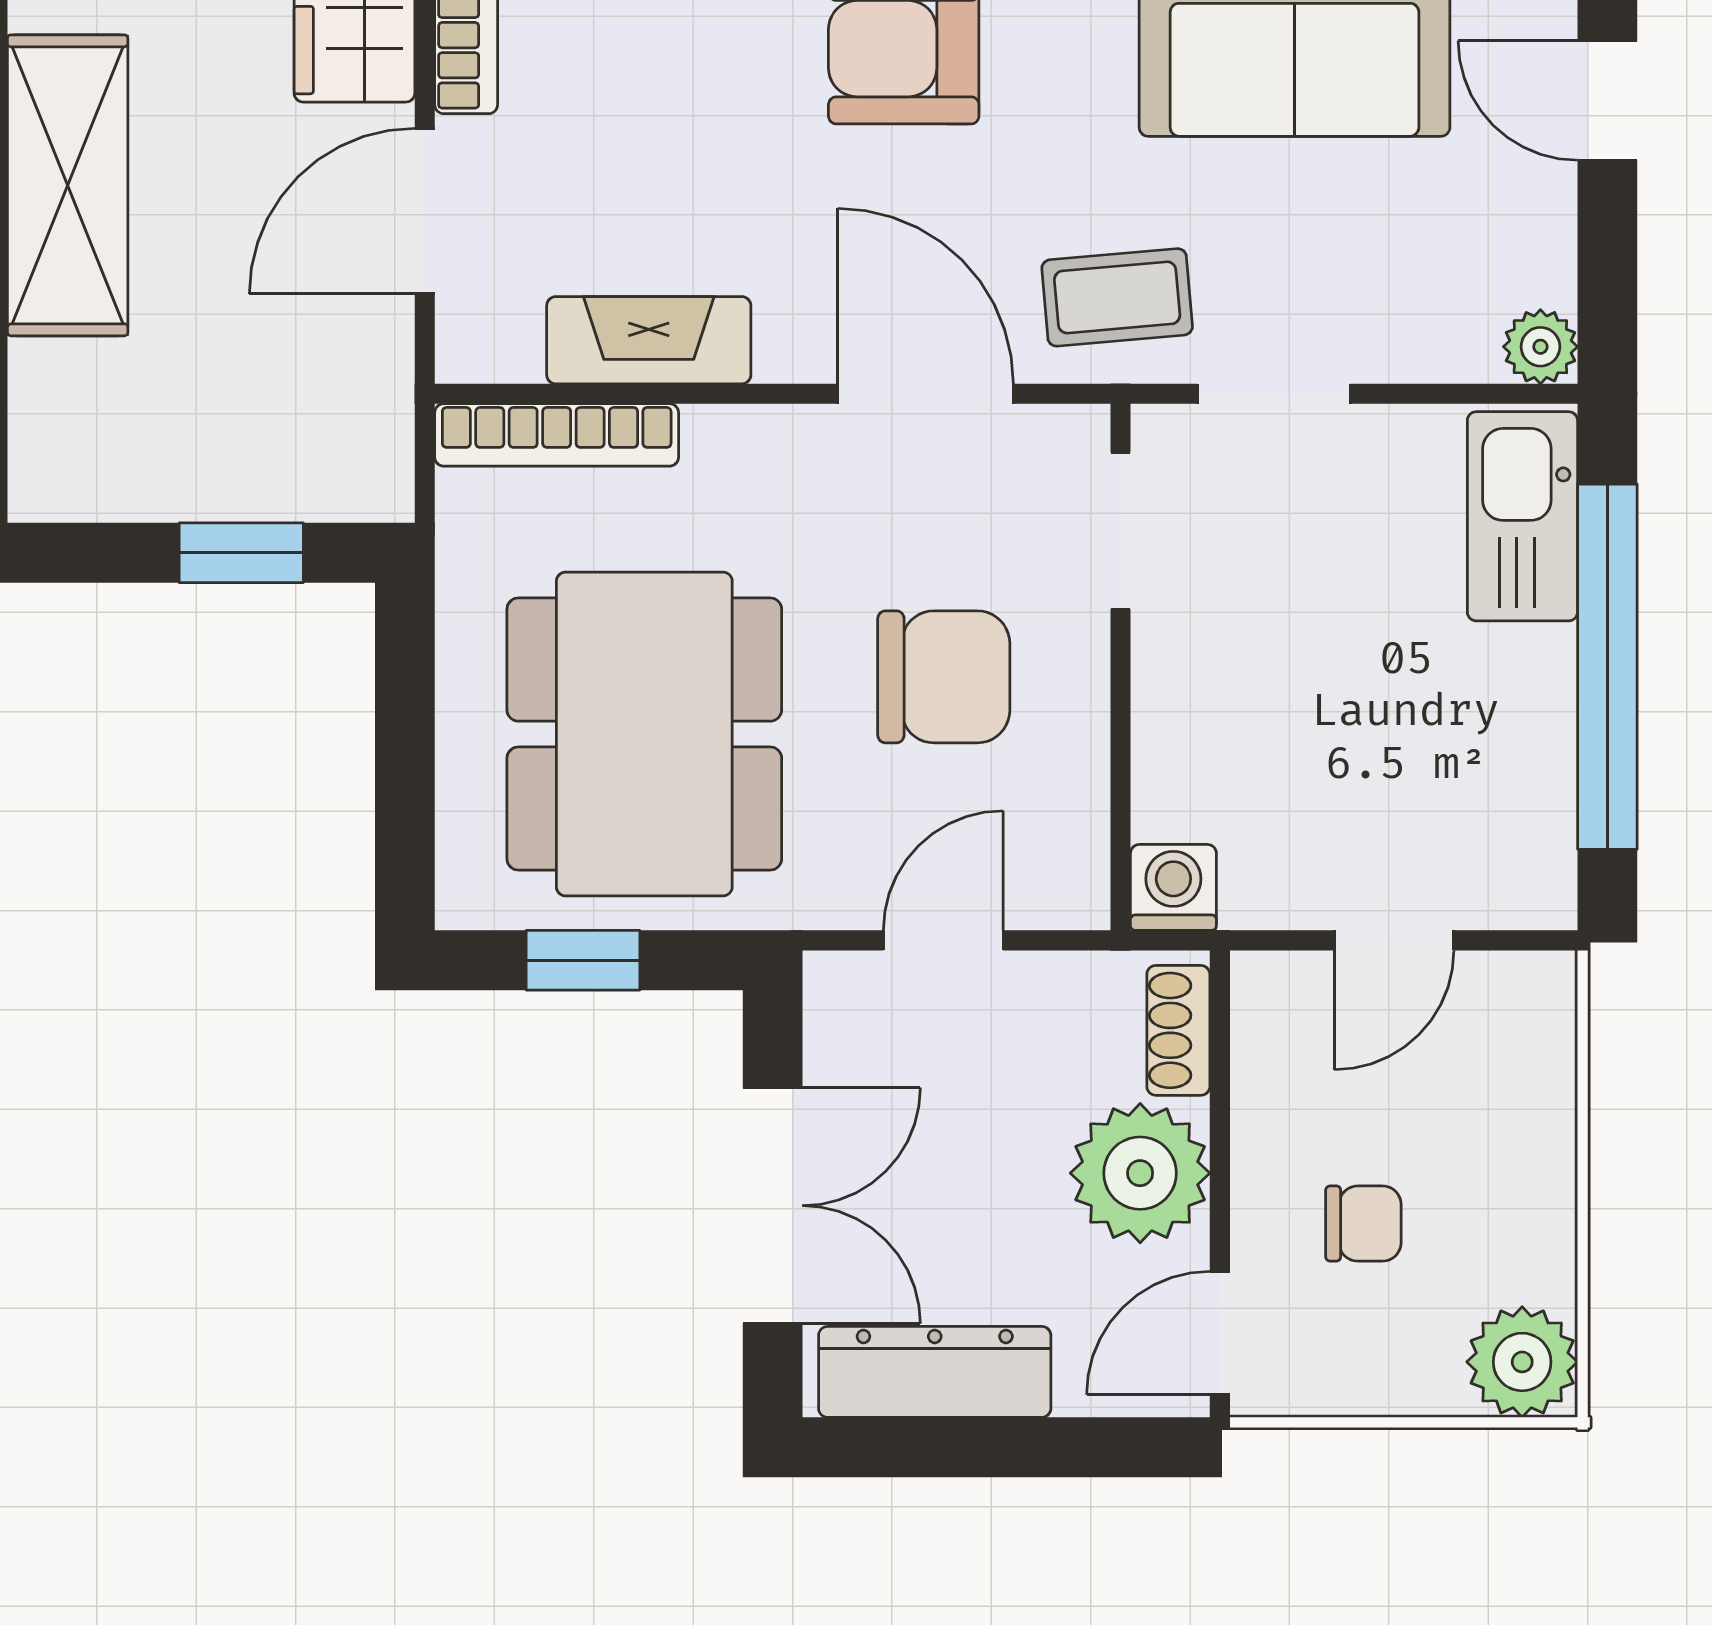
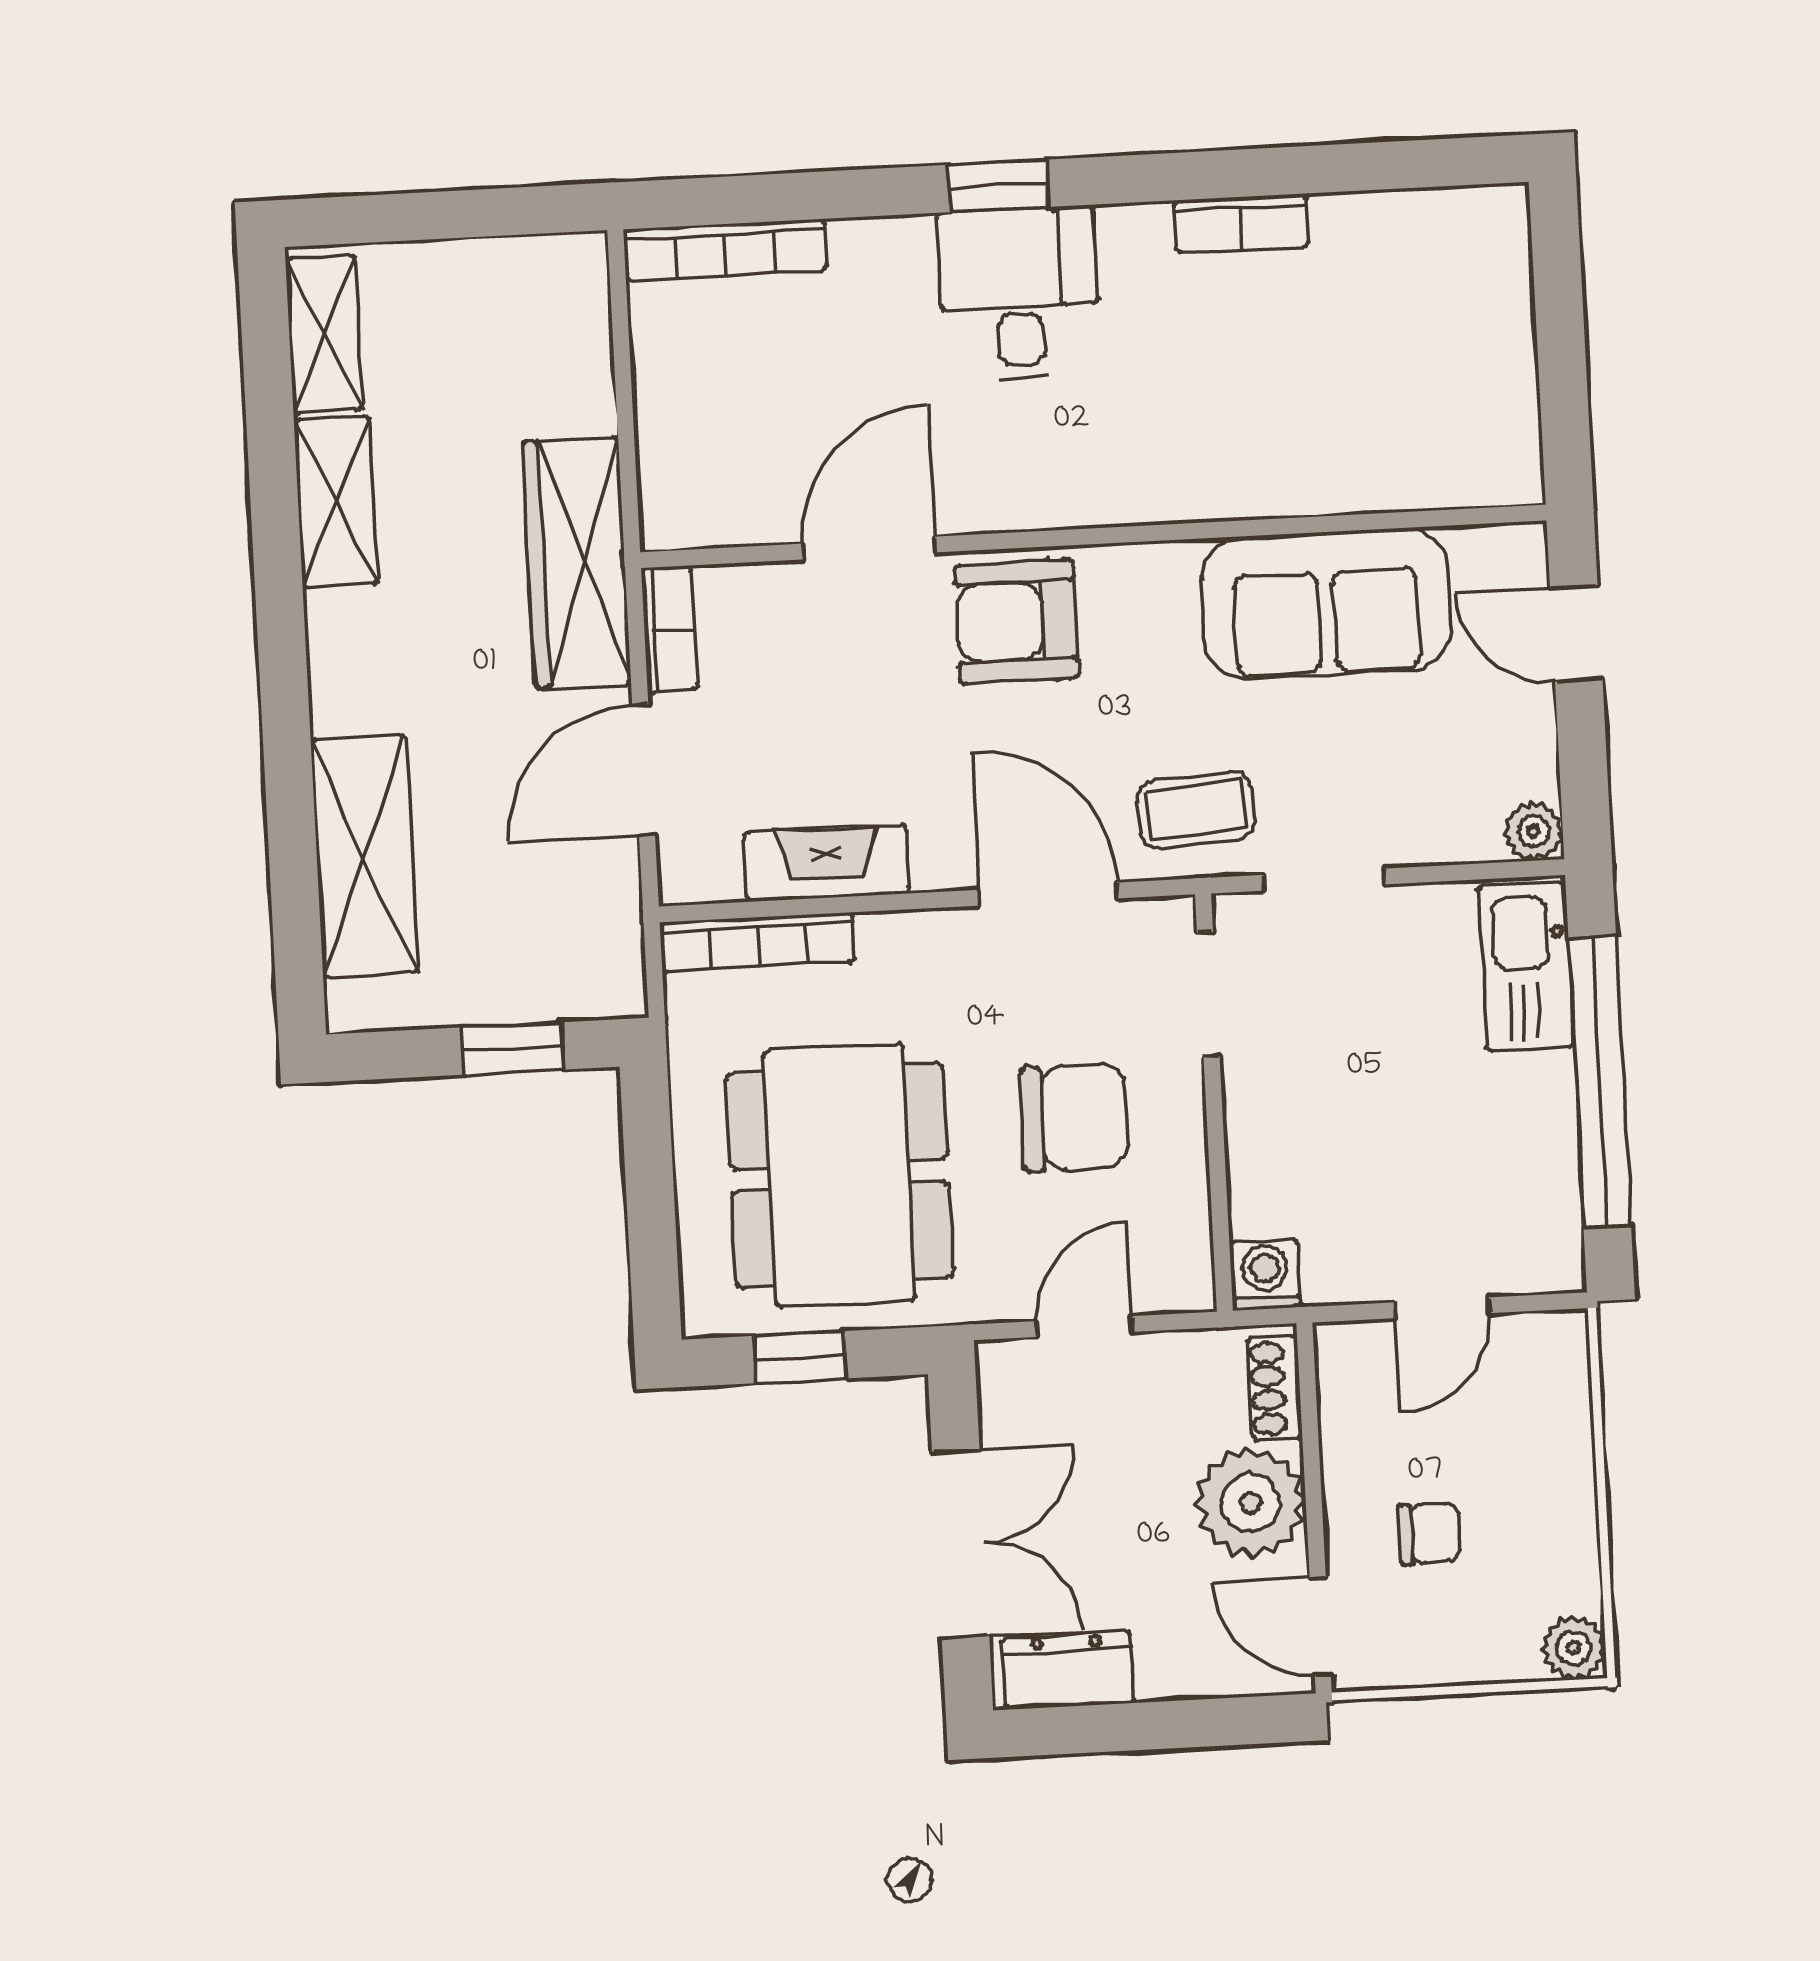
shelving: (68, 185) -> (364, 856), moved
door: (1220, 1333) -> (1320, 1626), hinge flipped
plant: (1522, 1362) -> (1574, 1648), width x0.73, depth x0.73
dresser: (935, 1372) -> (1068, 1670), width x0.70

